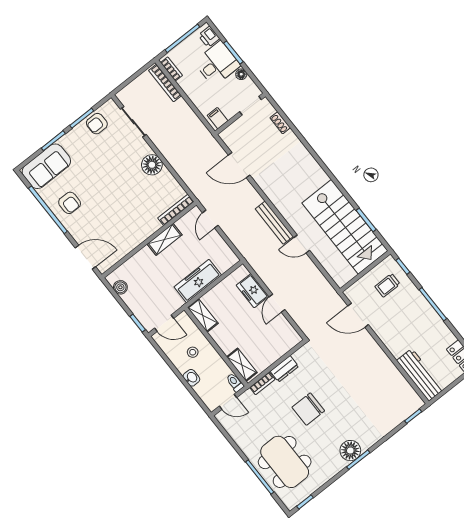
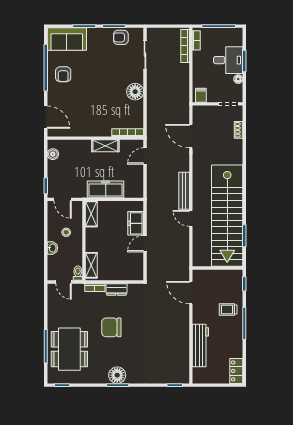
printer: (209, 37) -> (237, 39), removed
stairs: (345, 227) -> (227, 216), width x1.36
trolley: (387, 285) -> (228, 309), moved
workbench: (420, 375) -> (200, 345), moved

